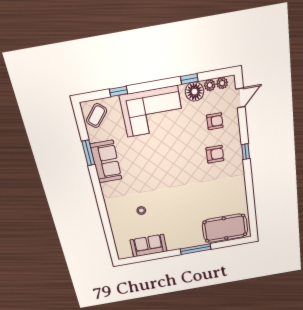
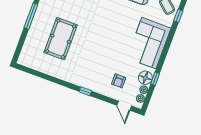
window: (119, 91) -> (178, 16), moved
armchair: (215, 154) -> (96, 69), removed
pool table: (225, 228) -> (61, 39), moved

